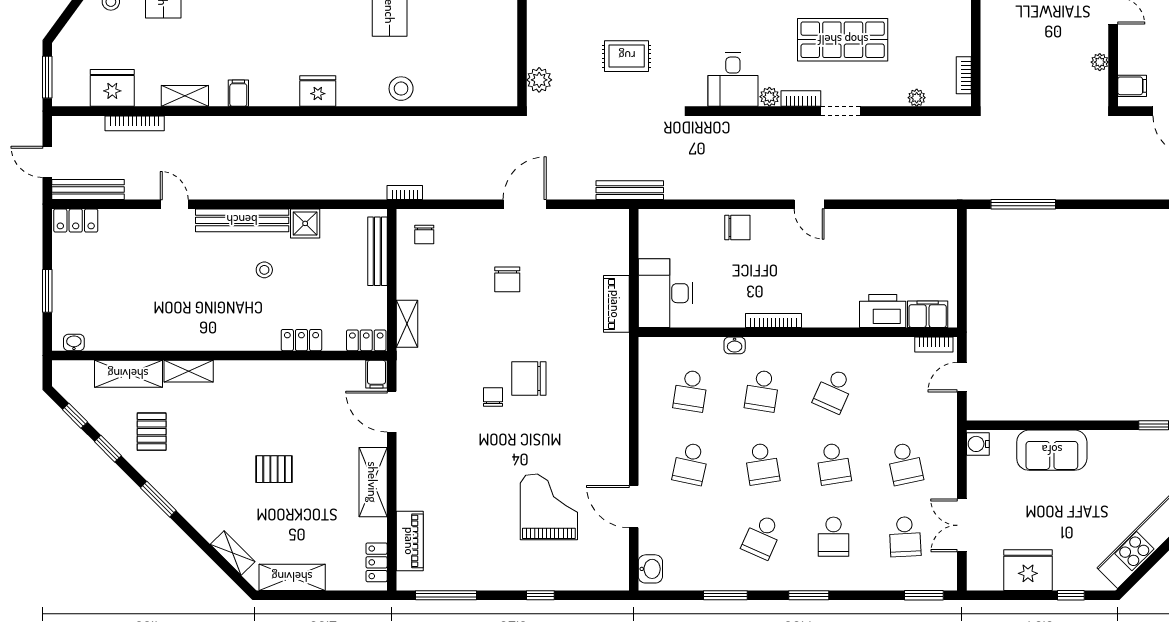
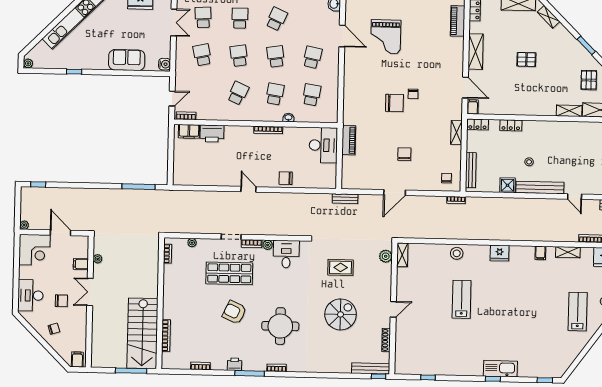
shelving: (507, 83) -> (402, 255), added
filing cabinet: (1132, 86) -> (81, 264), moved
bench: (630, 190) -> (345, 199), width x0.73

